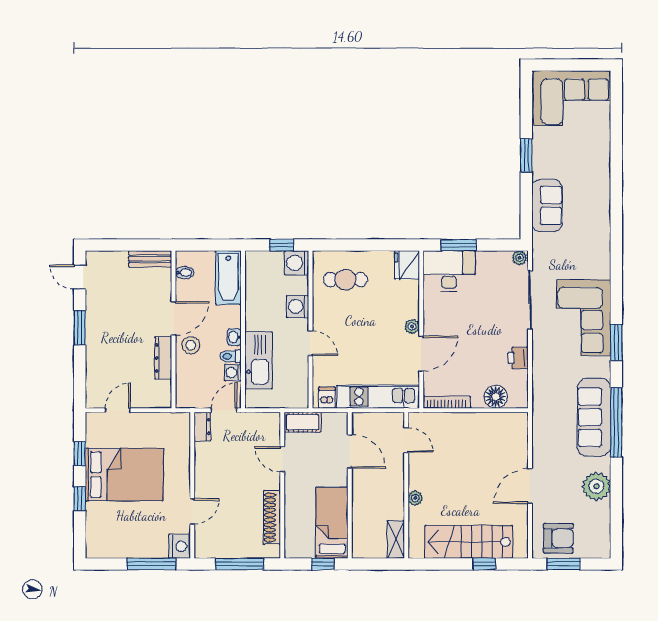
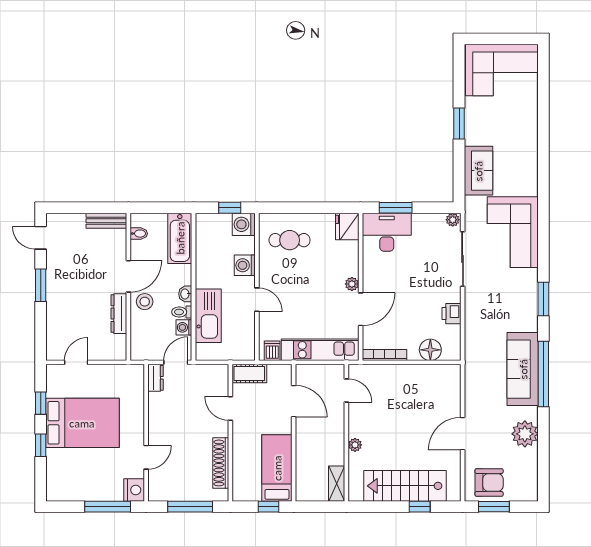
corner sofa: (584, 318) -> (513, 232), moved

